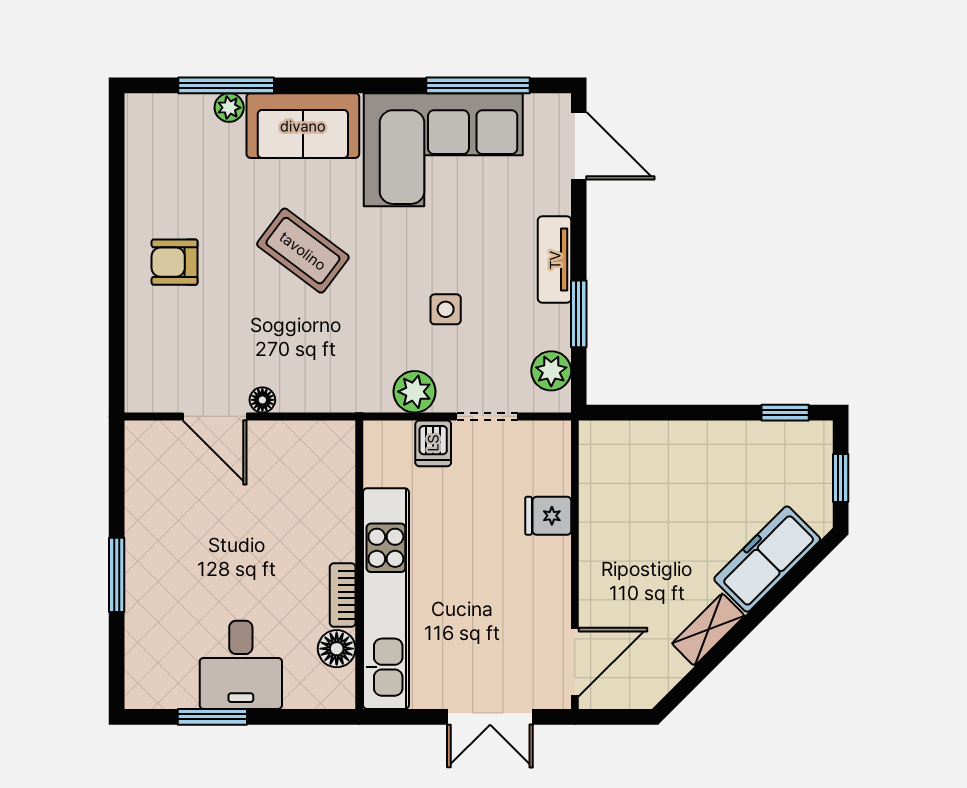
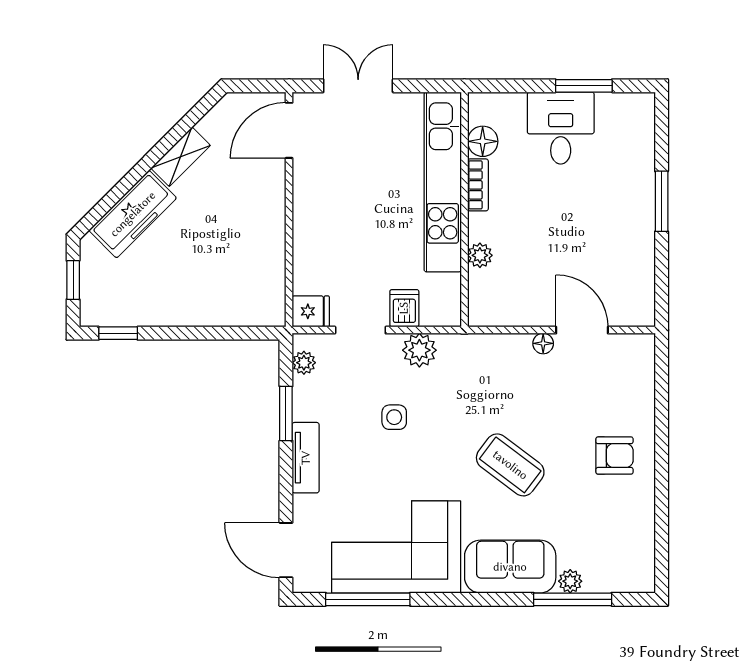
plant: (551, 371) -> (304, 363), width x0.73, depth x0.73
plant: (340, 508) -> (480, 255), added
fridge: (548, 516) -> (311, 311), moved

